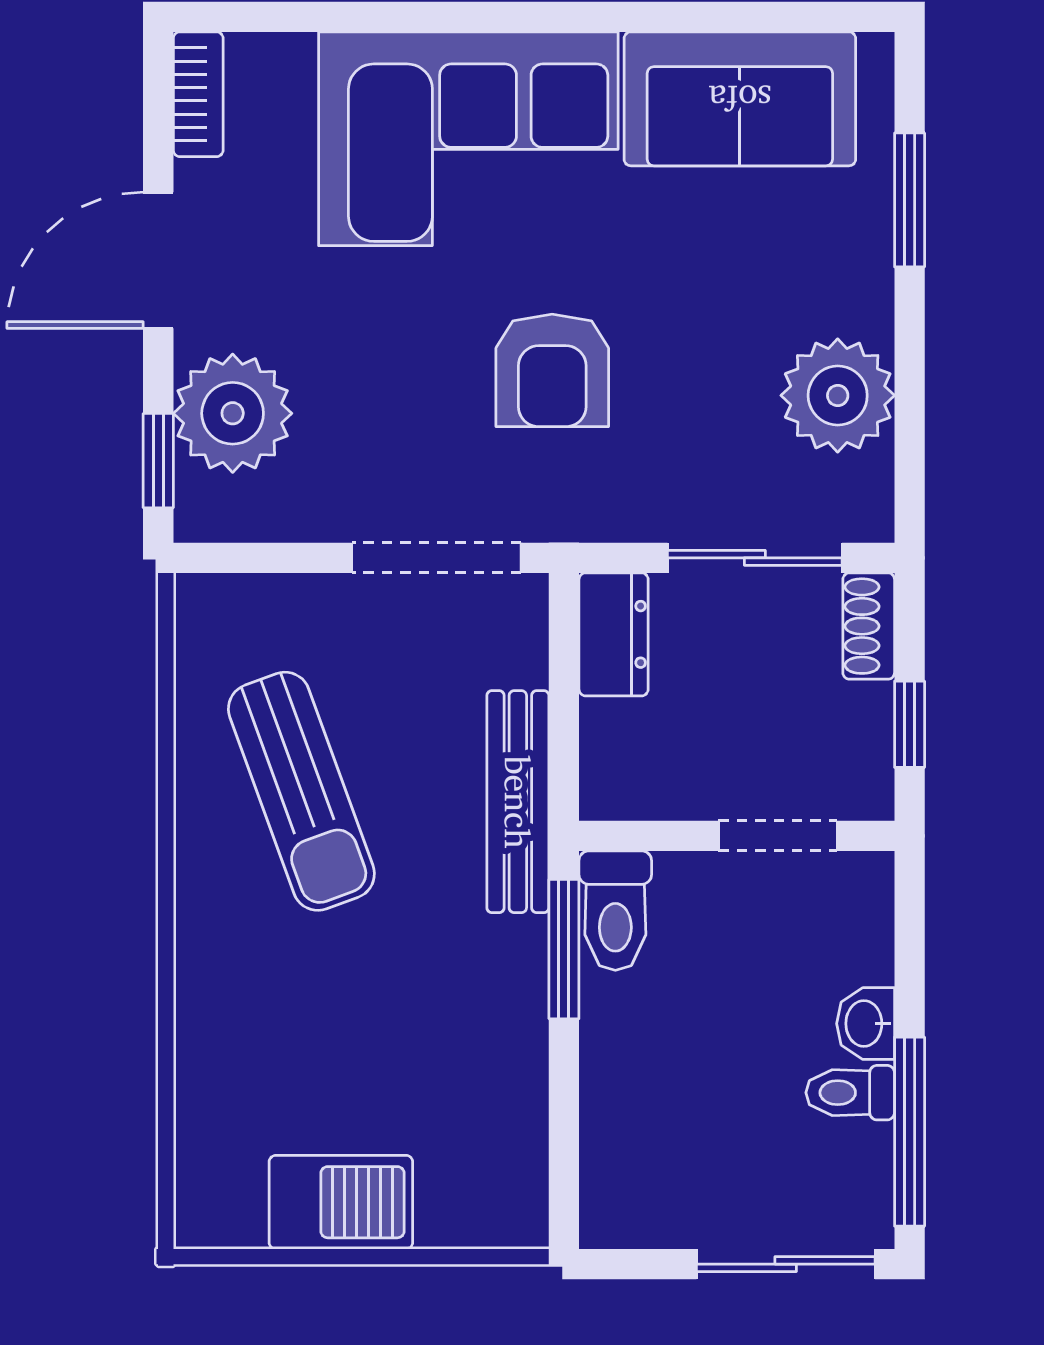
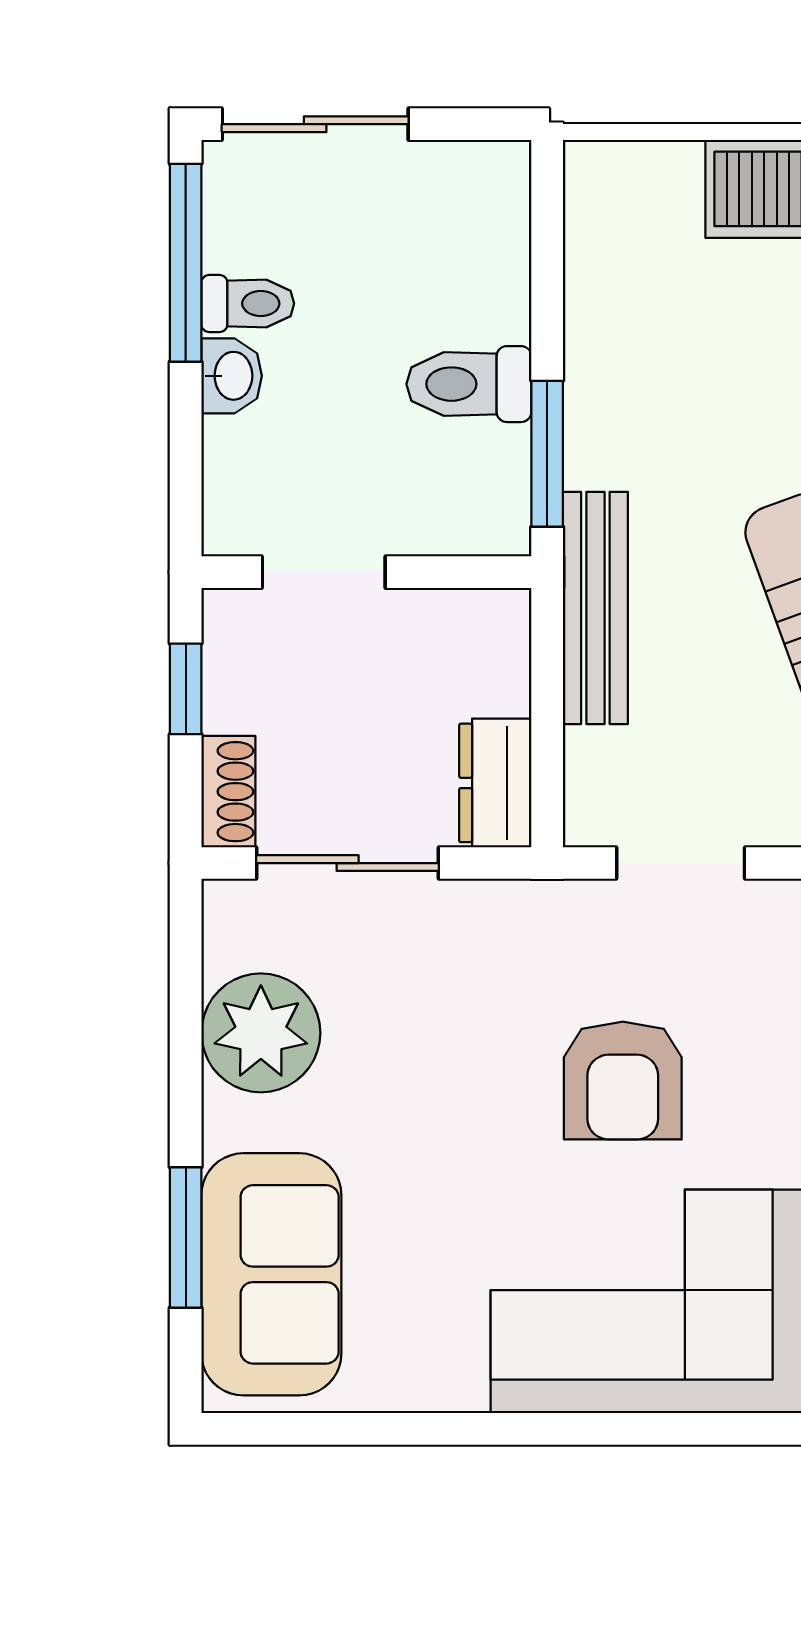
sofa: (740, 99) -> (271, 1274), moved, turned 90
armchair: (552, 370) -> (623, 1081), moved, turned 180
doorway: (436, 558) -> (681, 863), width x0.73
toilet: (615, 911) -> (469, 384), moved, turned -90

